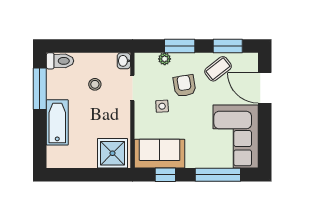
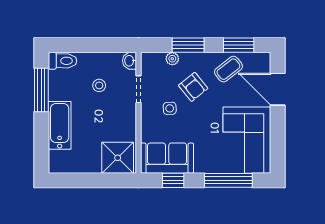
armchair: (184, 86) -> (193, 87), turned 150

